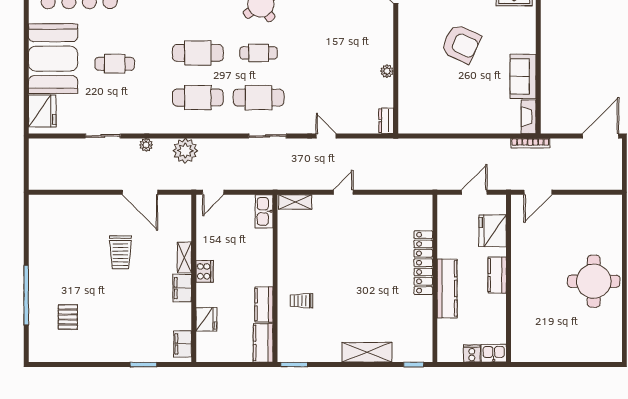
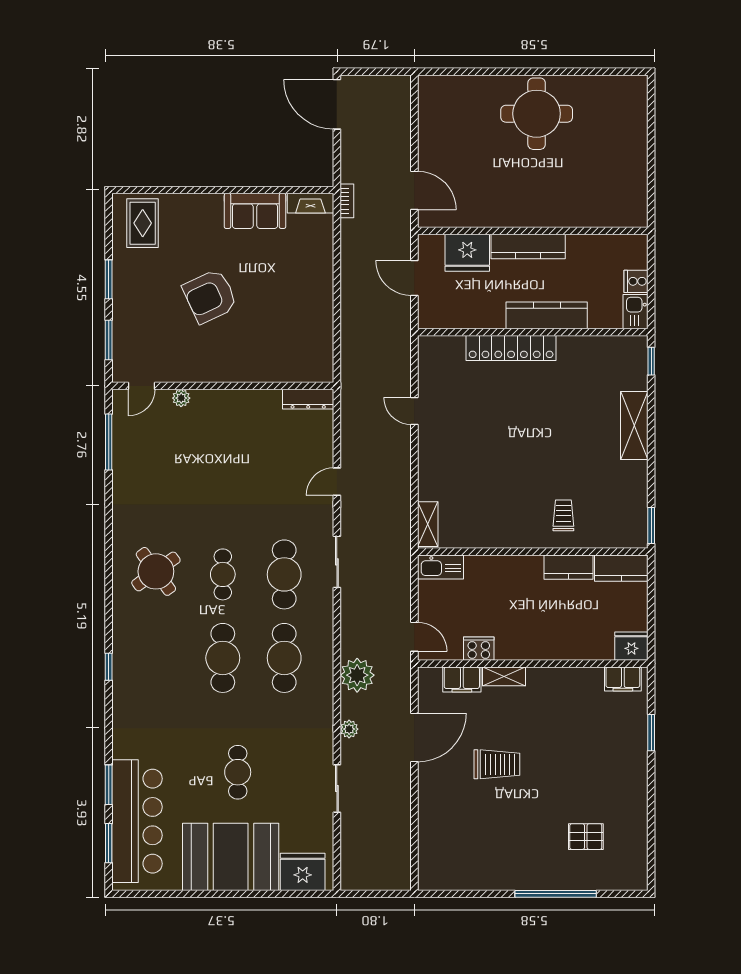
armchair: (461, 44) -> (210, 296), turned -140
plant: (387, 71) -> (181, 398), moved
dresser: (386, 121) -> (308, 399), width x1.44
bookcase: (530, 143) -> (347, 201), width x0.64
door: (343, 192) -> (414, 411), moved
cooker: (205, 271) -> (479, 649), moved
kitchen counter: (497, 275) -> (528, 246), width x1.50
filing cabinet: (182, 288) -> (462, 679), moved
trolley: (302, 301) -> (563, 515), turned 180
fridge: (206, 319) -> (631, 646), moved
kitchen sink: (494, 353) -> (636, 311), moved

